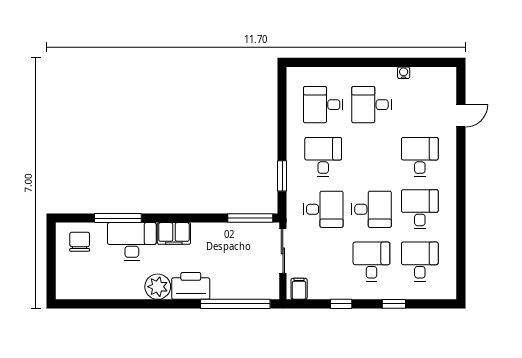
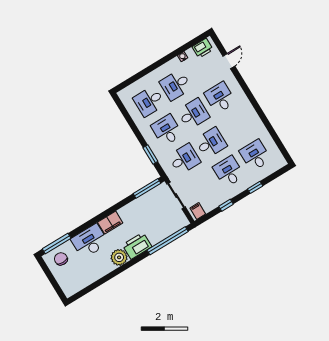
printer: (437, 78) -> (203, 48), added
desk: (420, 209) -> (193, 114), moved, turned 90
window: (118, 218) -> (57, 244), moved

